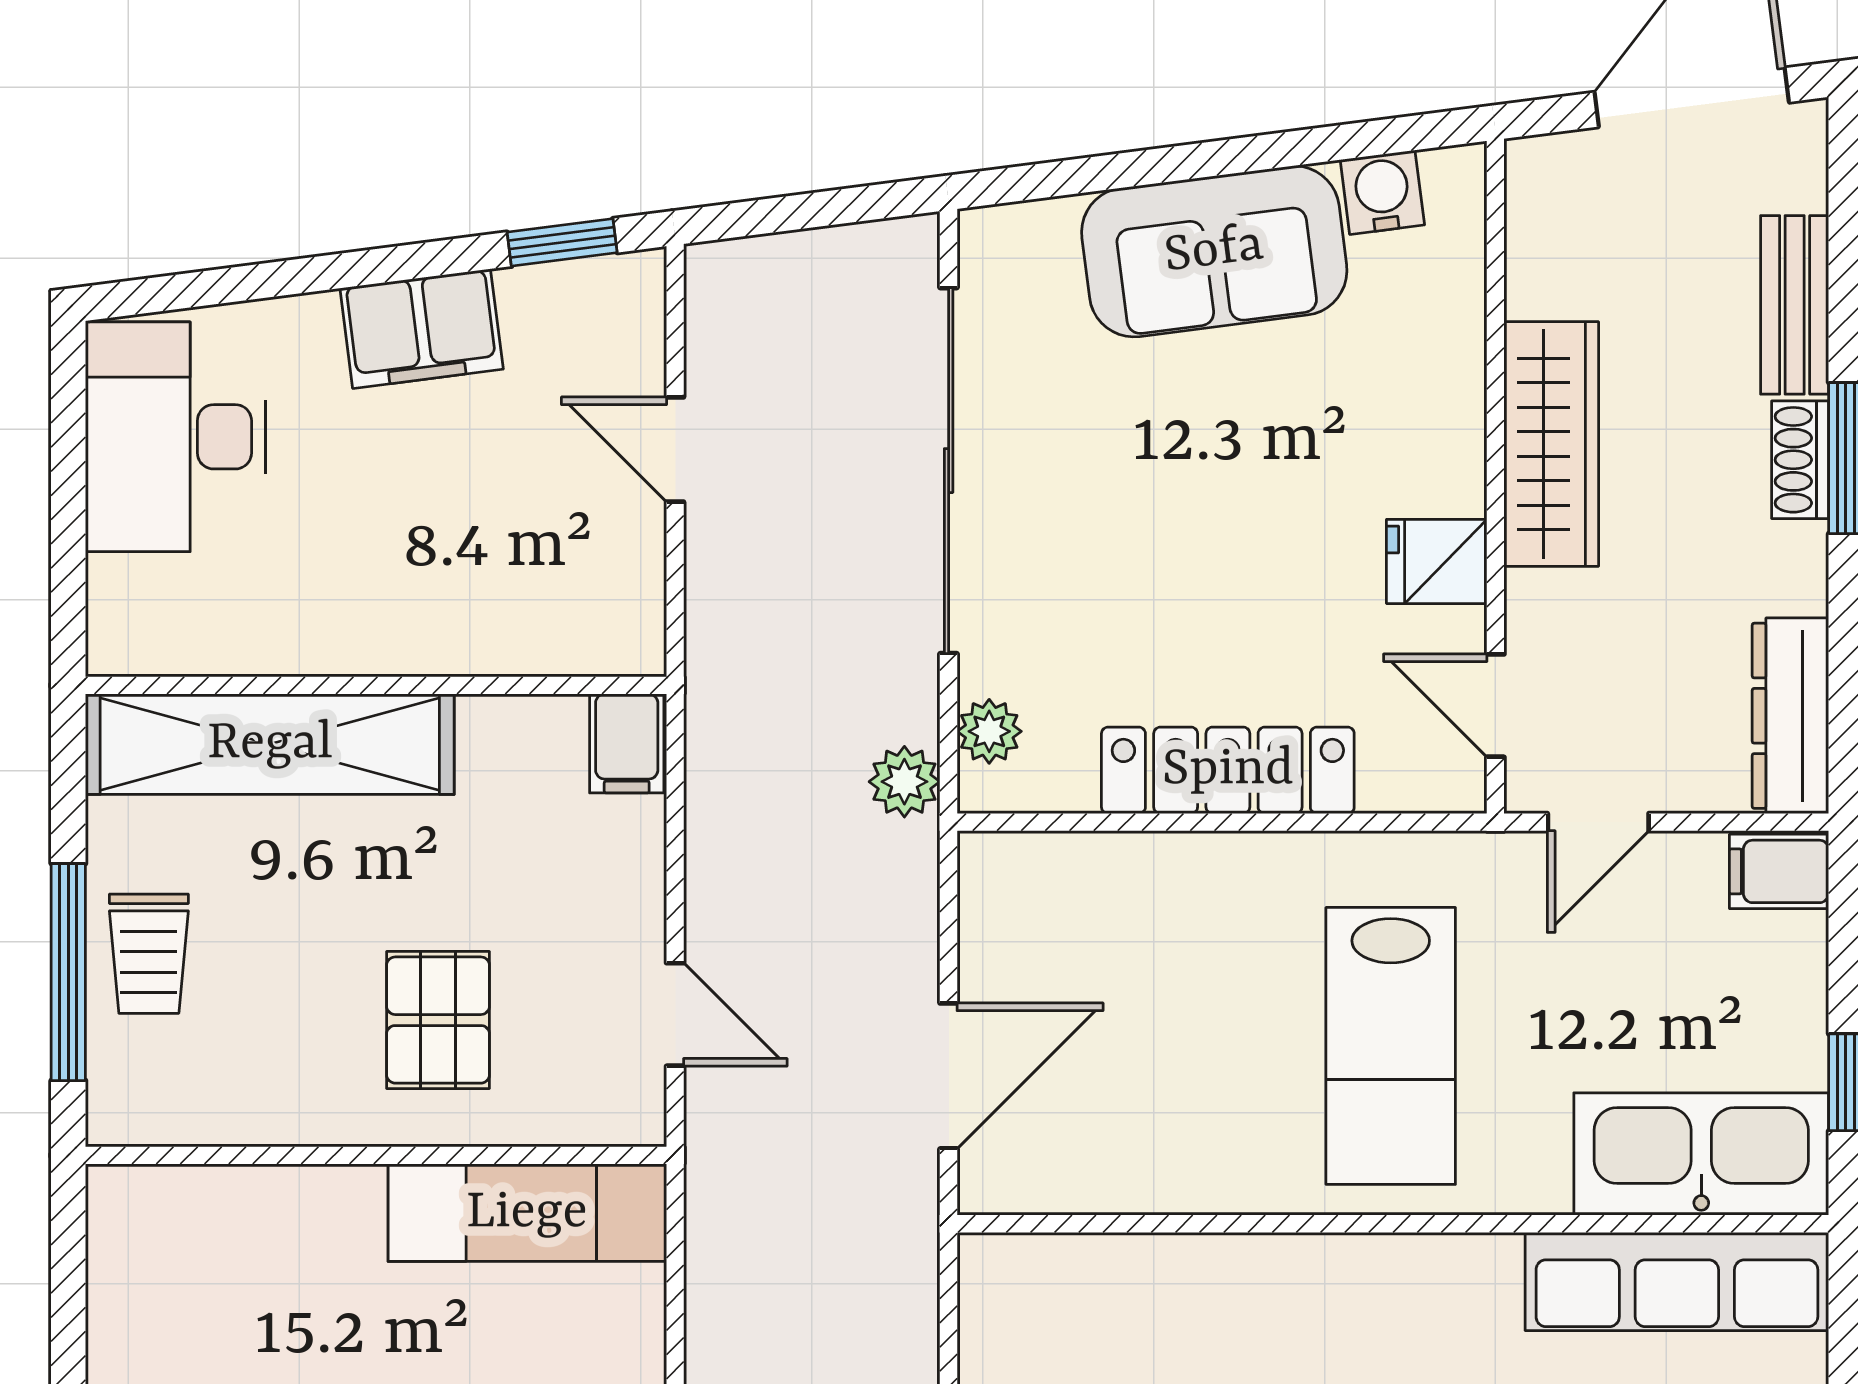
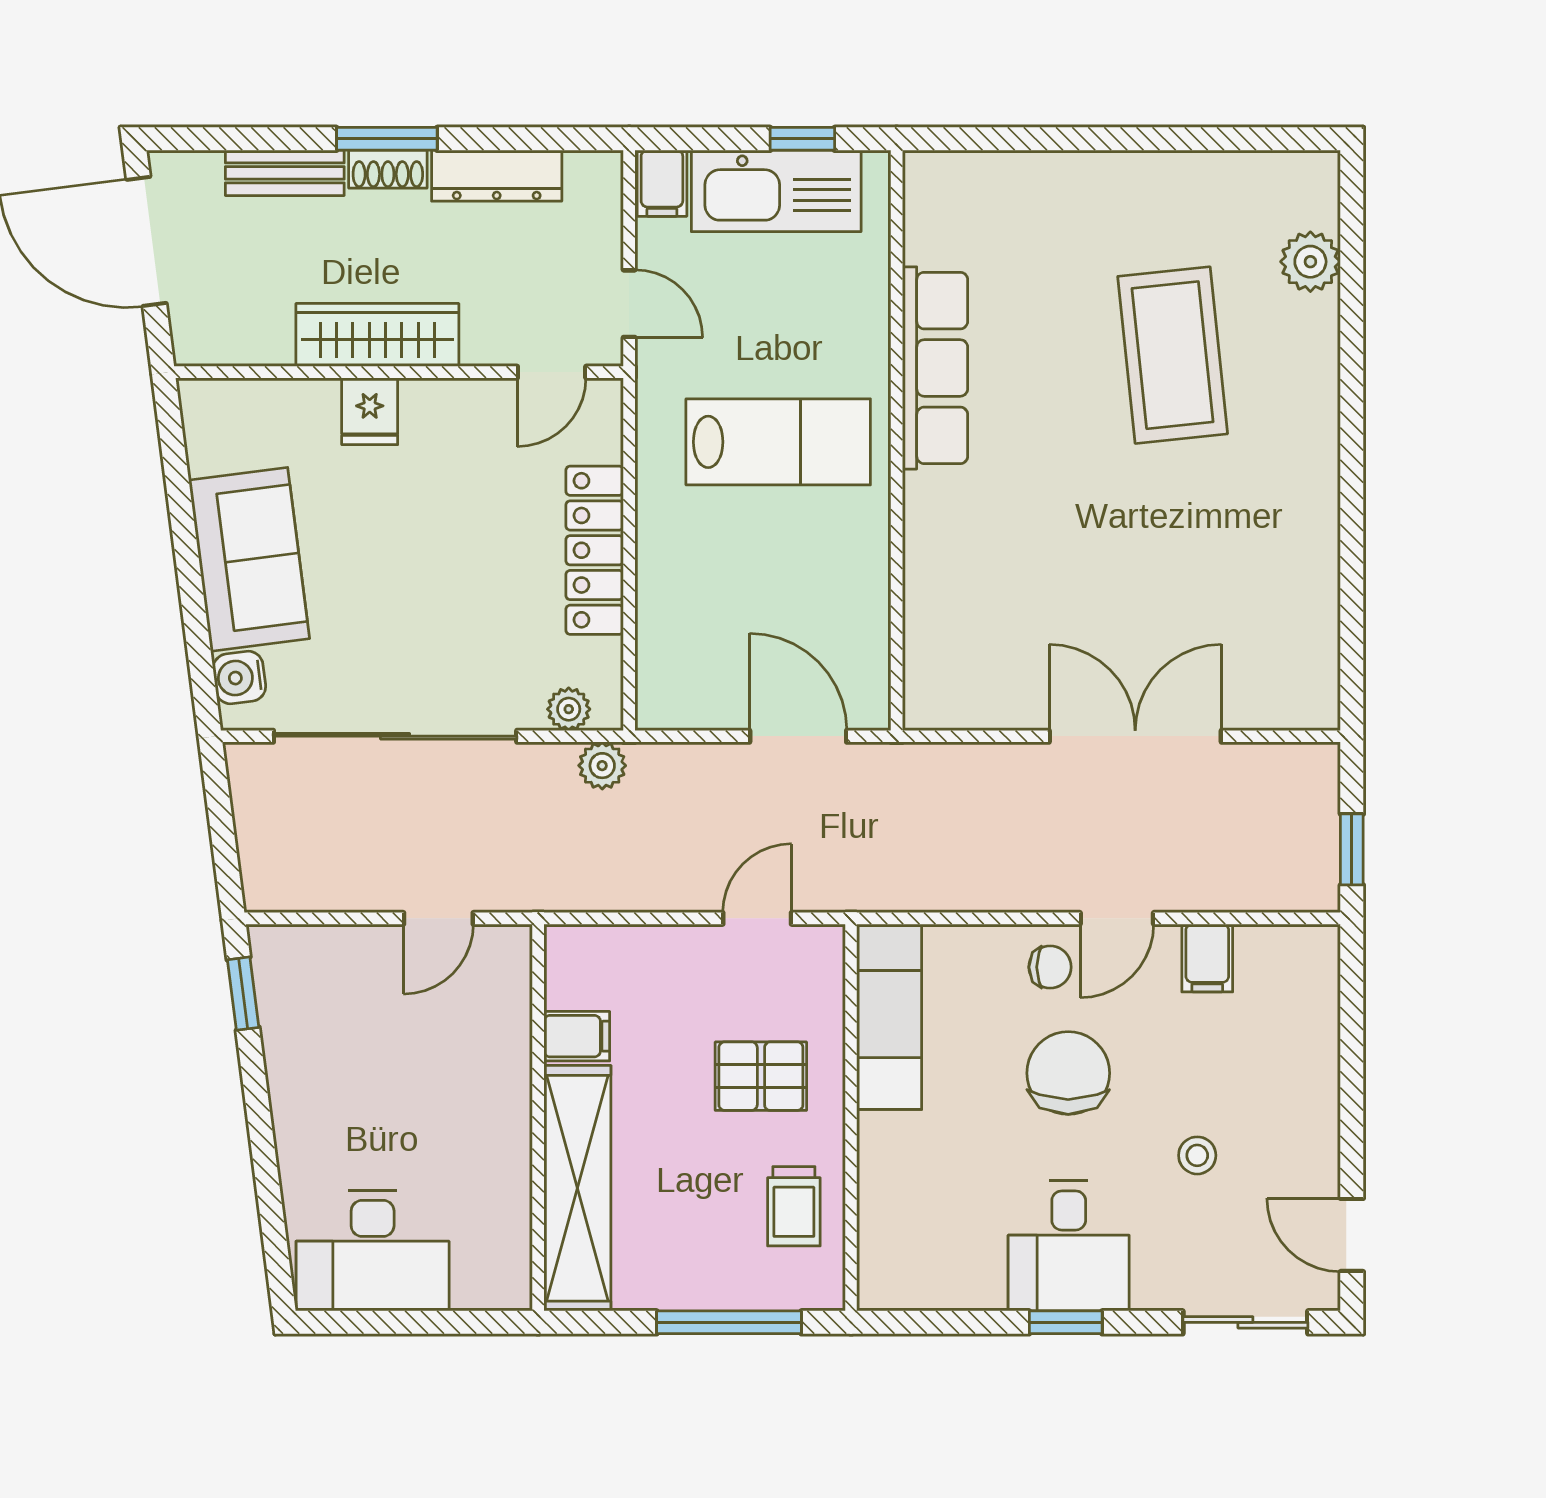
water cooler: (1382, 192) -> (239, 678), moved
filing cabinet: (422, 329) -> (301, 1087), removed
door: (675, 450) -> (438, 918), moved
fridge: (1437, 561) -> (370, 411), moved
dresser: (1790, 716) -> (497, 176), moved
filing cabinet: (627, 743) -> (577, 1036), moved
trolley: (149, 954) -> (794, 1206), moved, turned 90
kitchen sink: (1701, 1154) -> (776, 191), moved, turned -90
row of seats: (1677, 1281) -> (935, 368), moved

